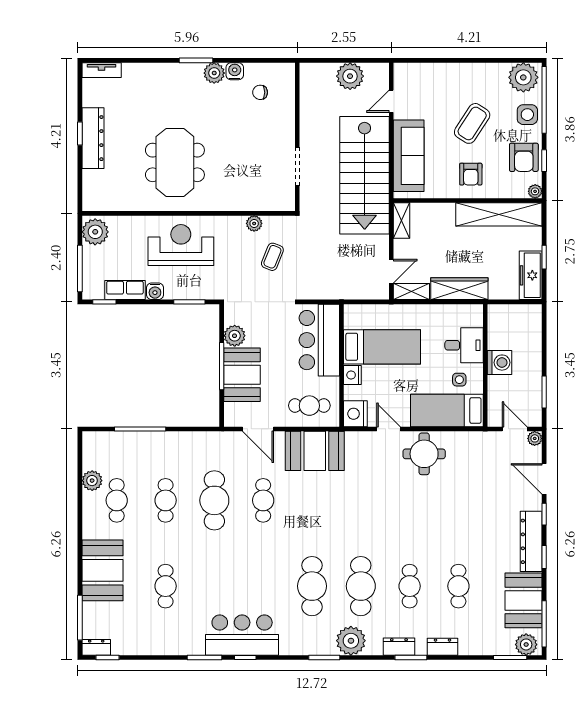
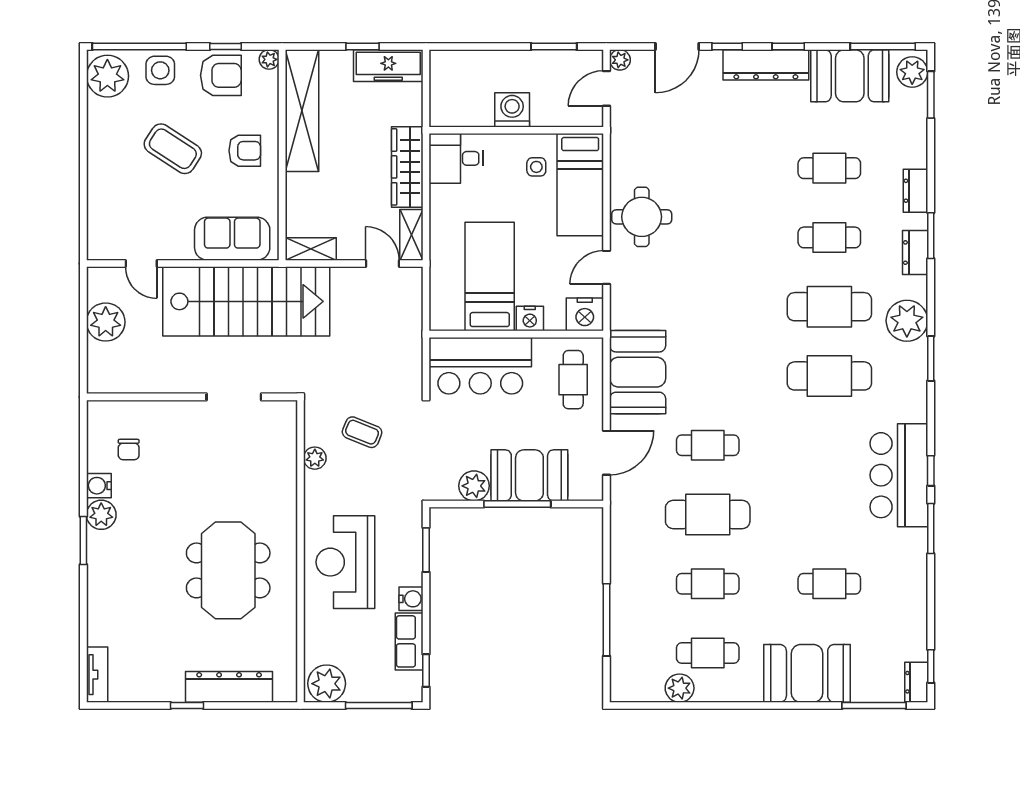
dresser: (93, 138) -> (229, 687), moved
sofa: (409, 156) -> (232, 239), width x0.73
meeting table: (175, 162) -> (228, 570), turned 90
desk: (464, 345) -> (456, 158), moved, turned -90

